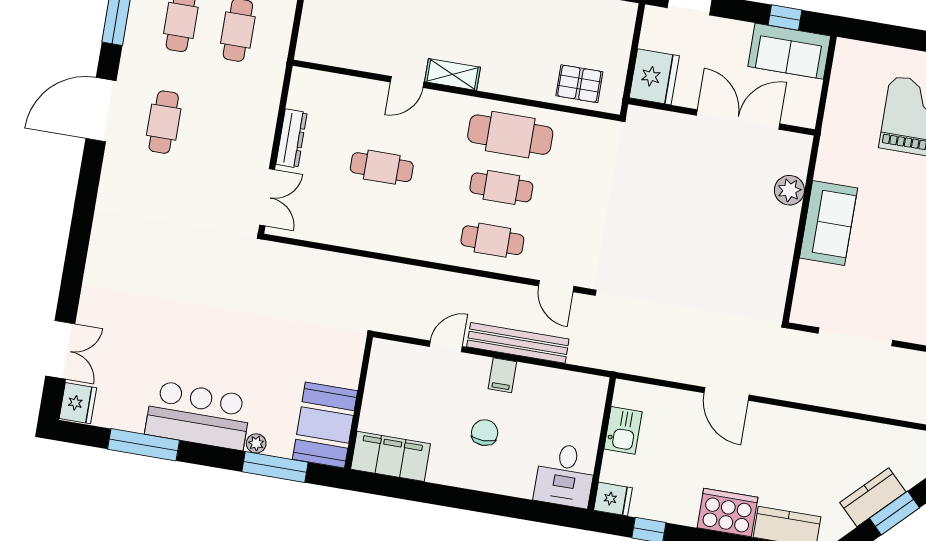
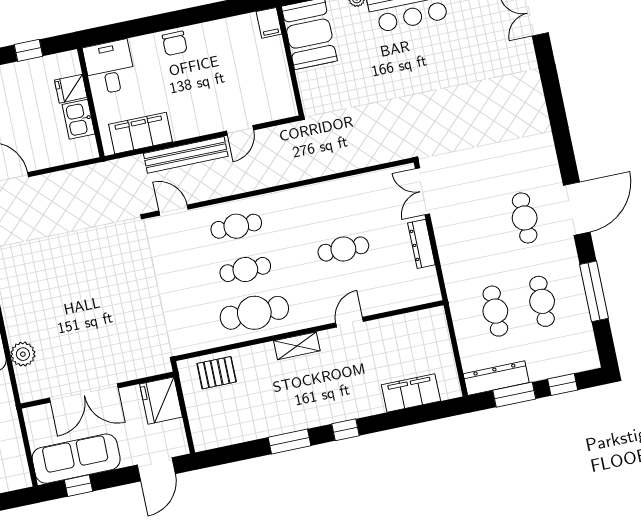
sofa: (789, 51) -> (76, 459), width x1.36
shelving: (453, 75) -> (297, 346), moved
filing cabinet: (502, 375) -> (140, 133), moved, width x3.00, depth x1.17
chair: (485, 433) -> (175, 43), moved
filing cabinet: (391, 456) -> (269, 23), width x0.33, depth x0.86
fridge: (613, 499) -> (71, 89), moved

